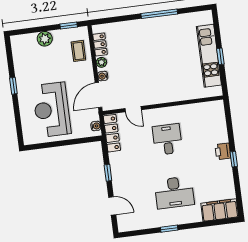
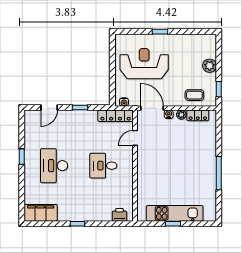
window: (13, 86) -> (160, 32), moved
desk: (167, 139) -> (103, 166), turned 180
printer: (223, 151) -> (119, 215), moved
filing cabinet: (220, 210) -> (41, 213), moved, turned -90

